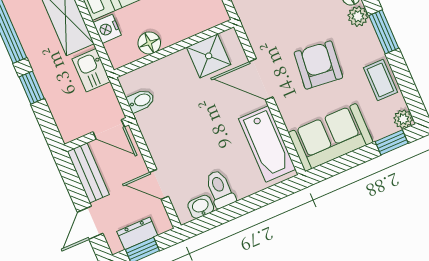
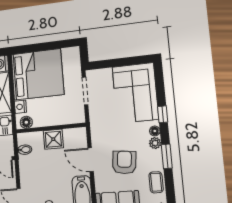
floor lamp: (149, 43) -> (26, 122), moved
shower: (209, 56) -> (53, 139), moved

